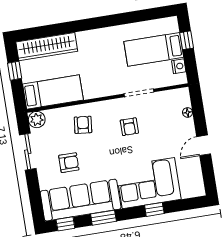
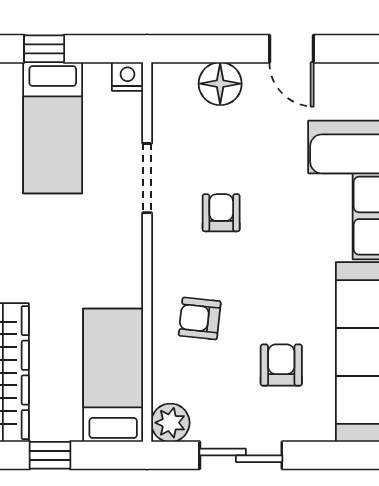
nightstand: (179, 66) -> (128, 77), moved
floor lamp: (188, 112) -> (220, 84), width x1.89, depth x1.89
armchair: (129, 127) -> (221, 213), turned -90

